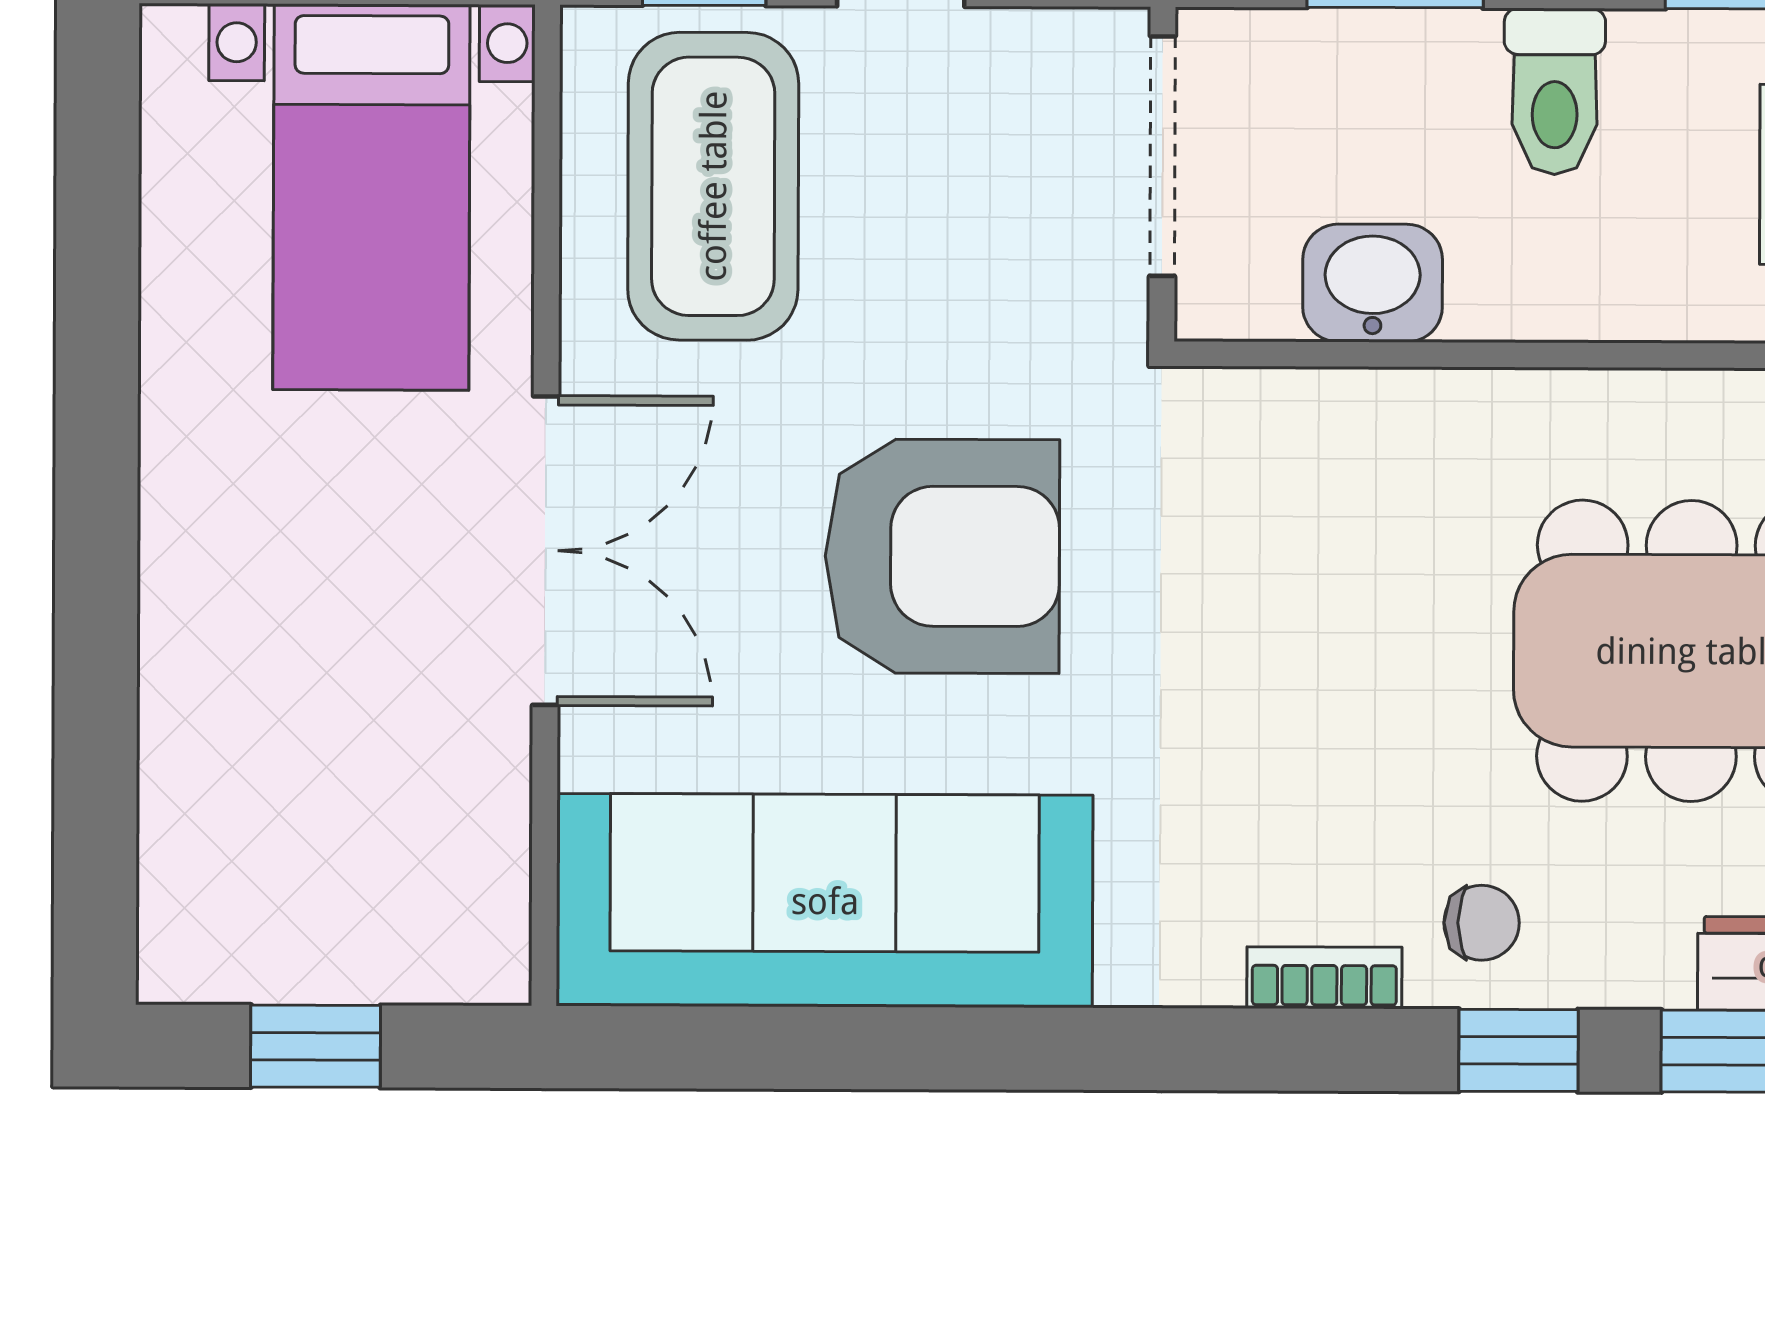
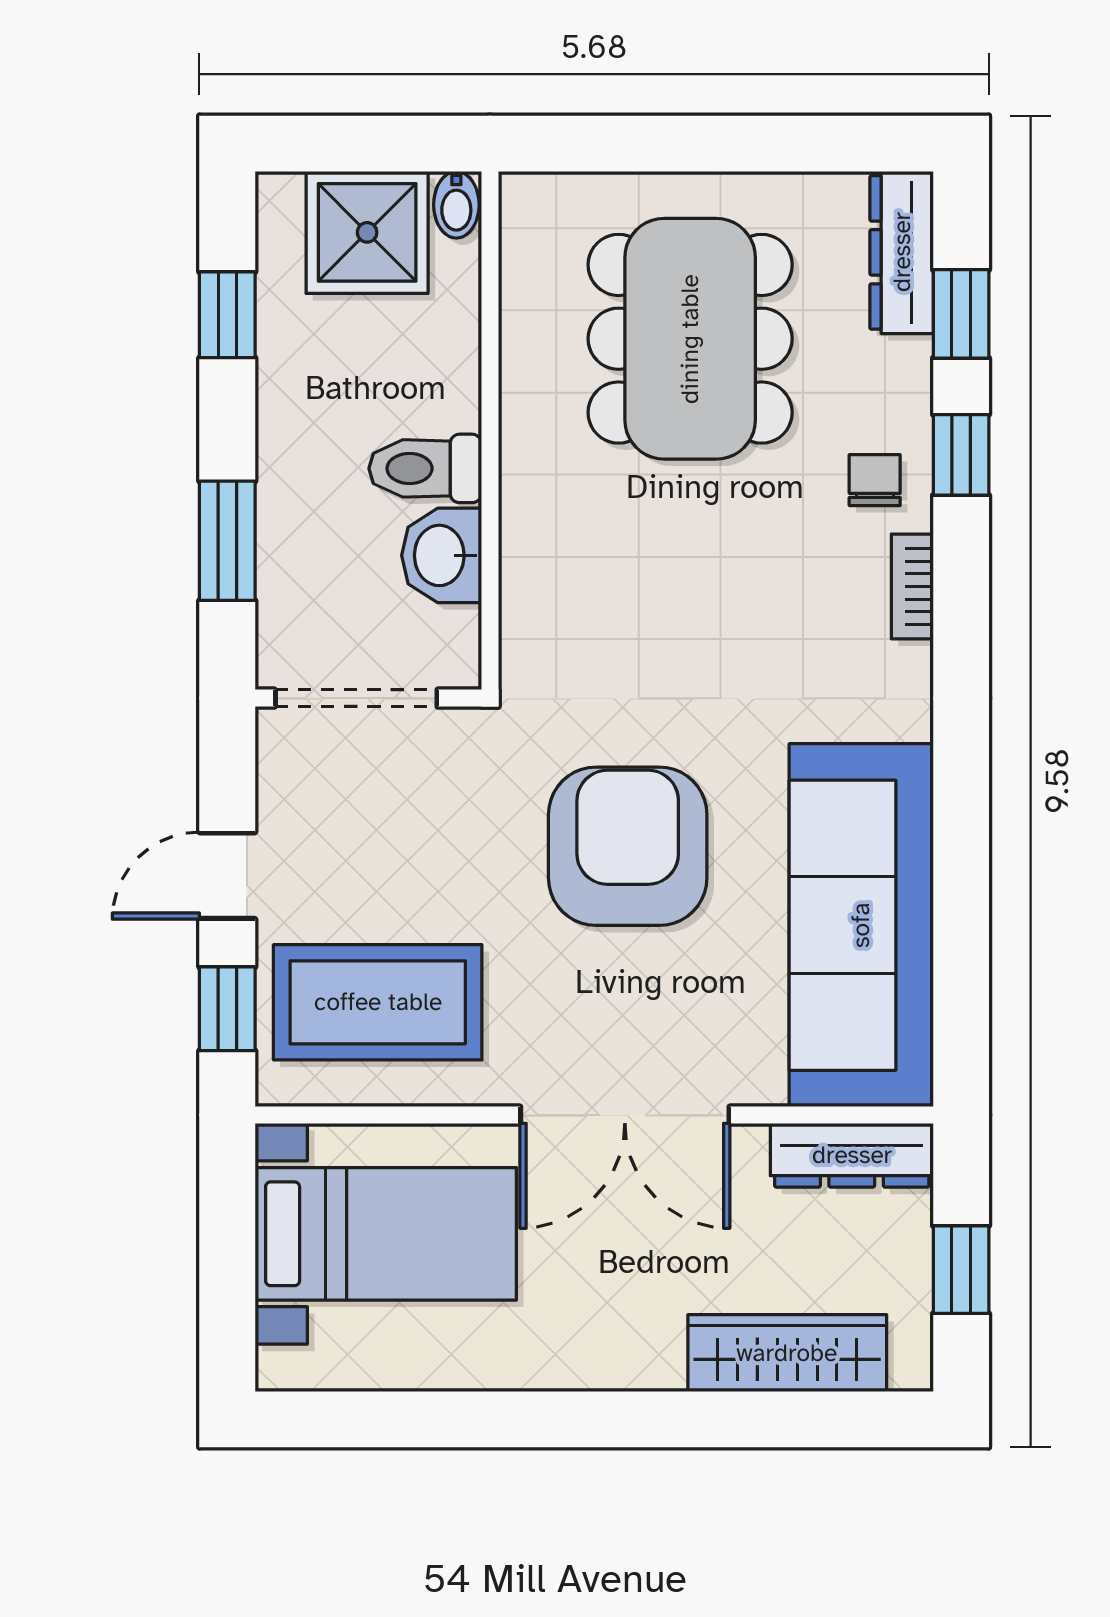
toilet: (1555, 91) -> (425, 468), moved, turned 180
double door: (546, 551) -> (625, 1115), swing flipped
wardrobe: (193, 789) -> (787, 1353), added
dresser: (485, 885) -> (852, 1155), added

